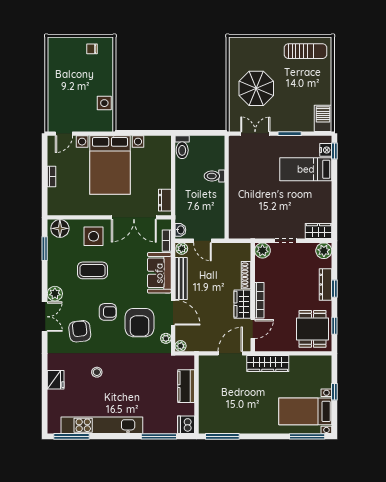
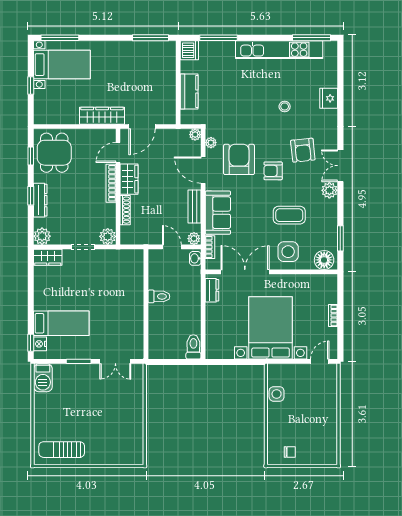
parasol: (256, 88) -> (114, 410), removed
toilet: (214, 176) -> (159, 296), moved
bench: (181, 279) -> (195, 207), width x0.73

